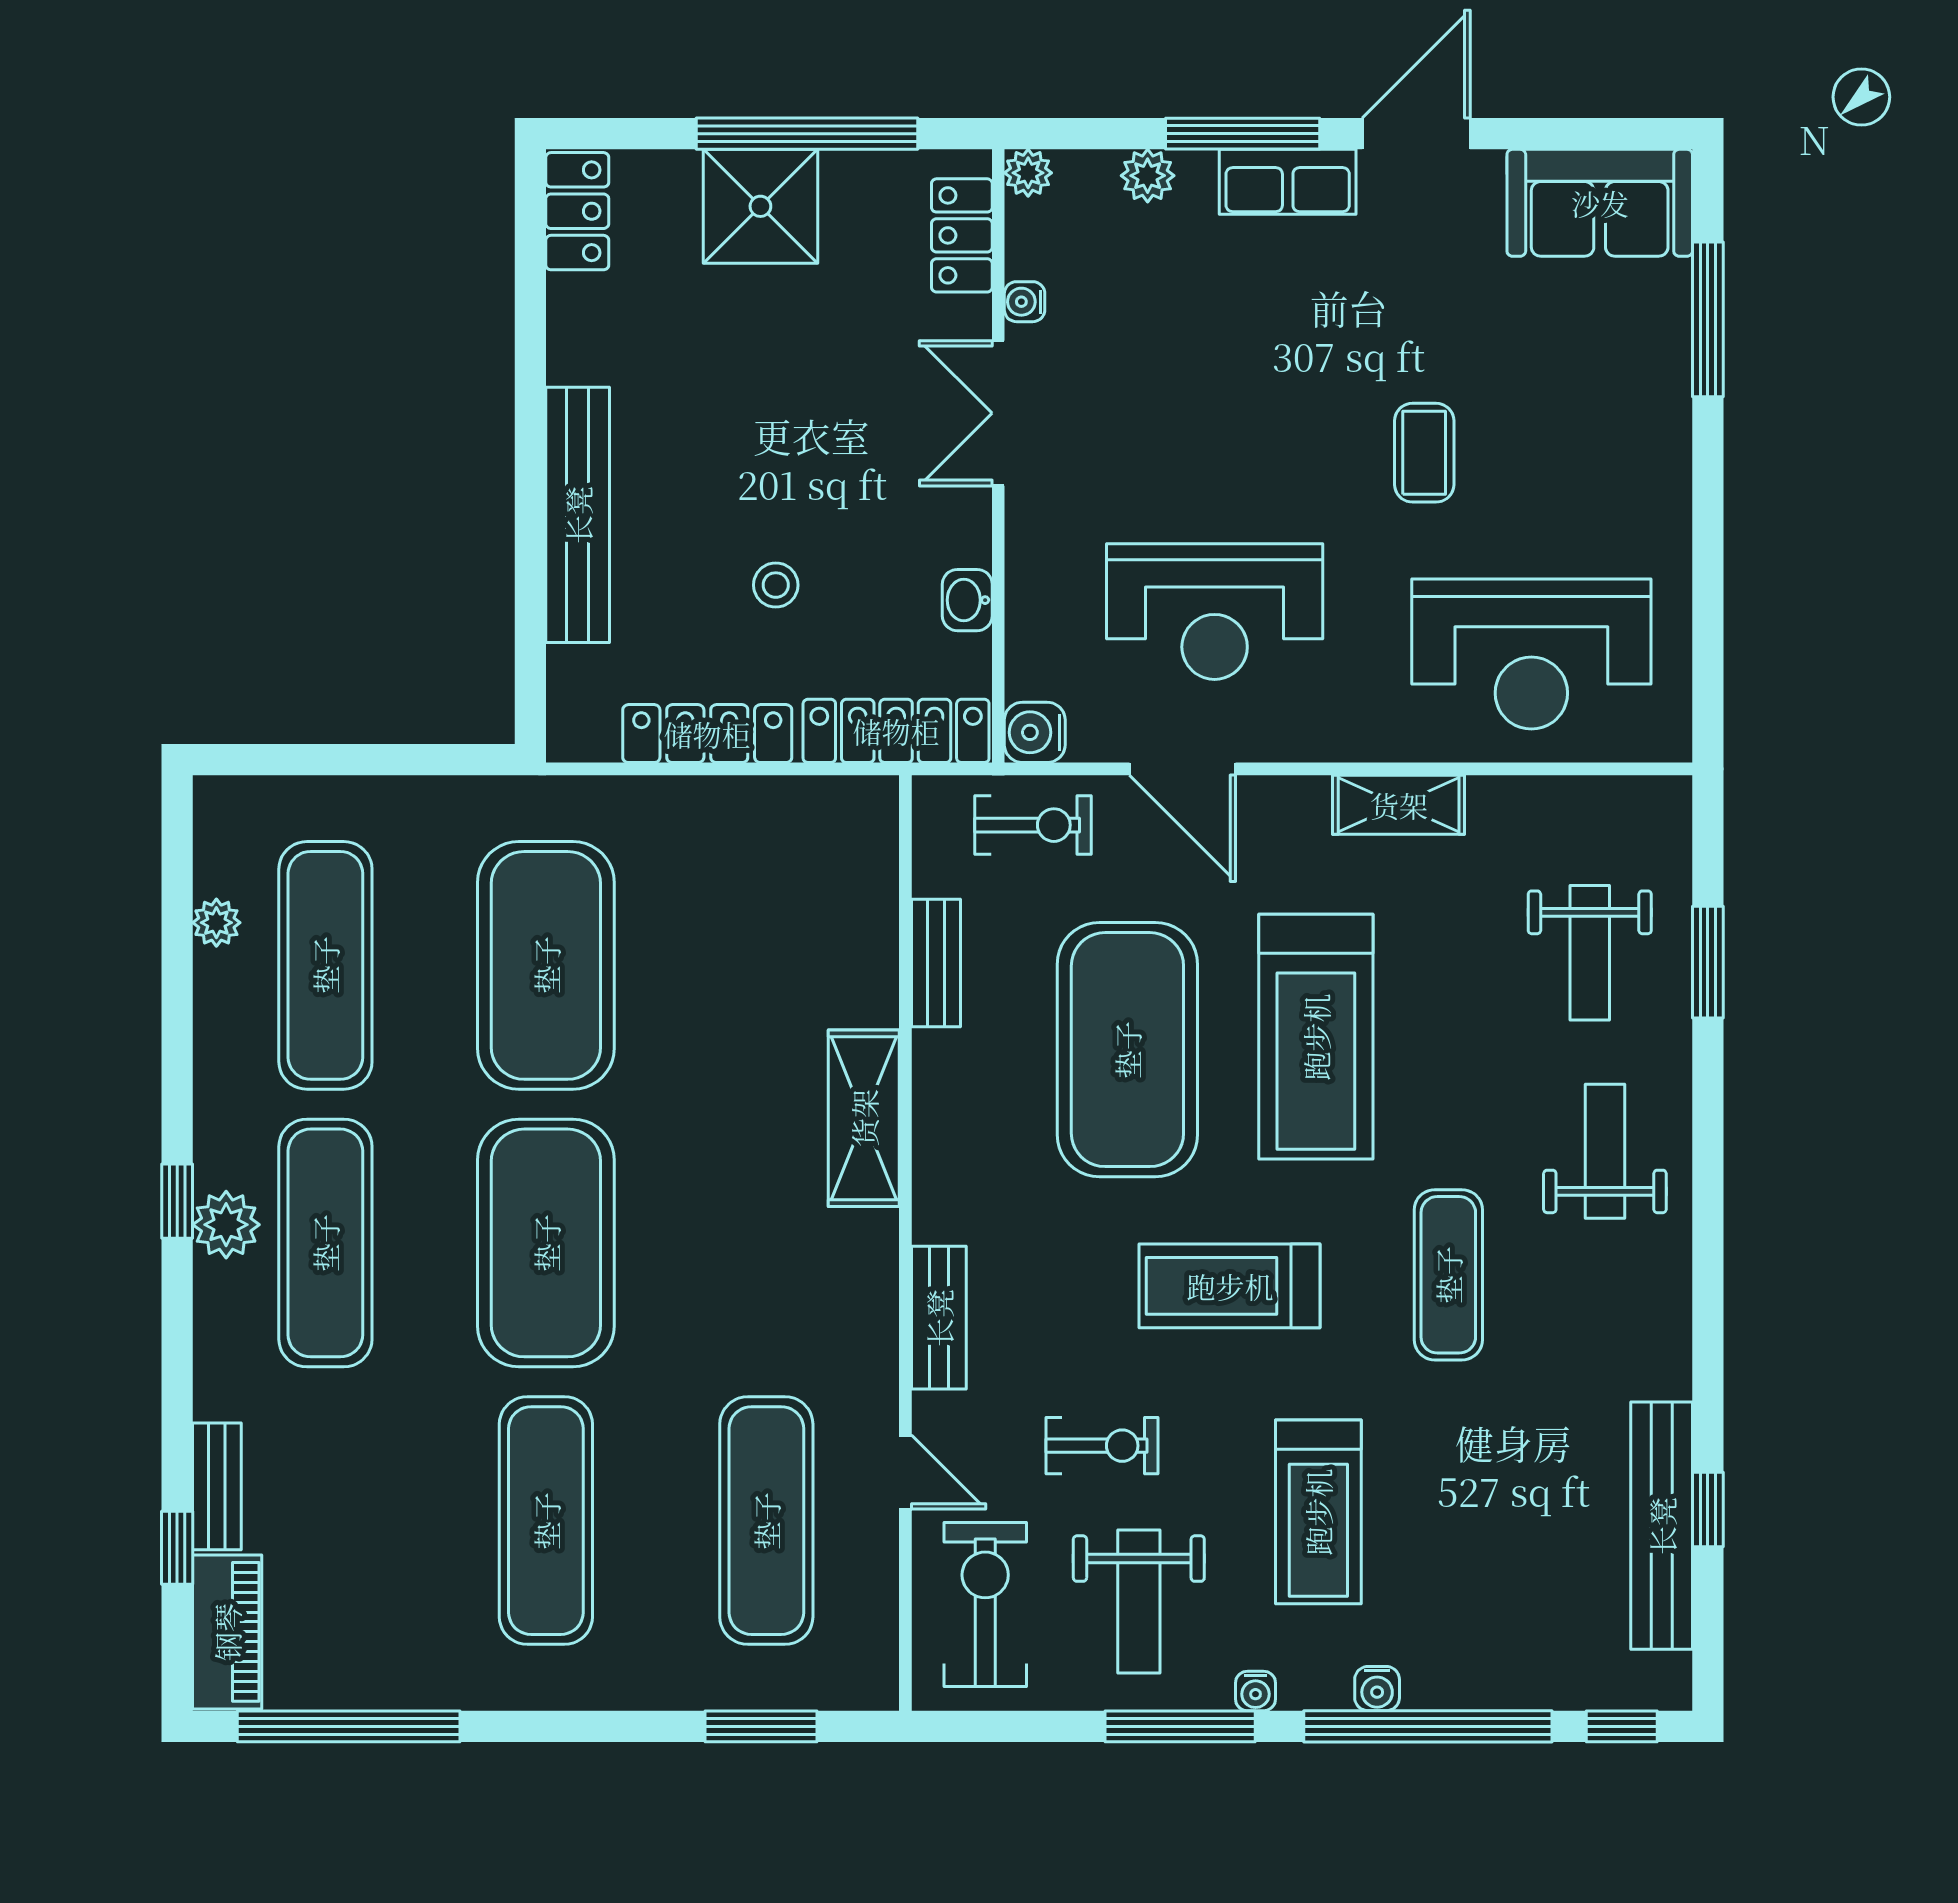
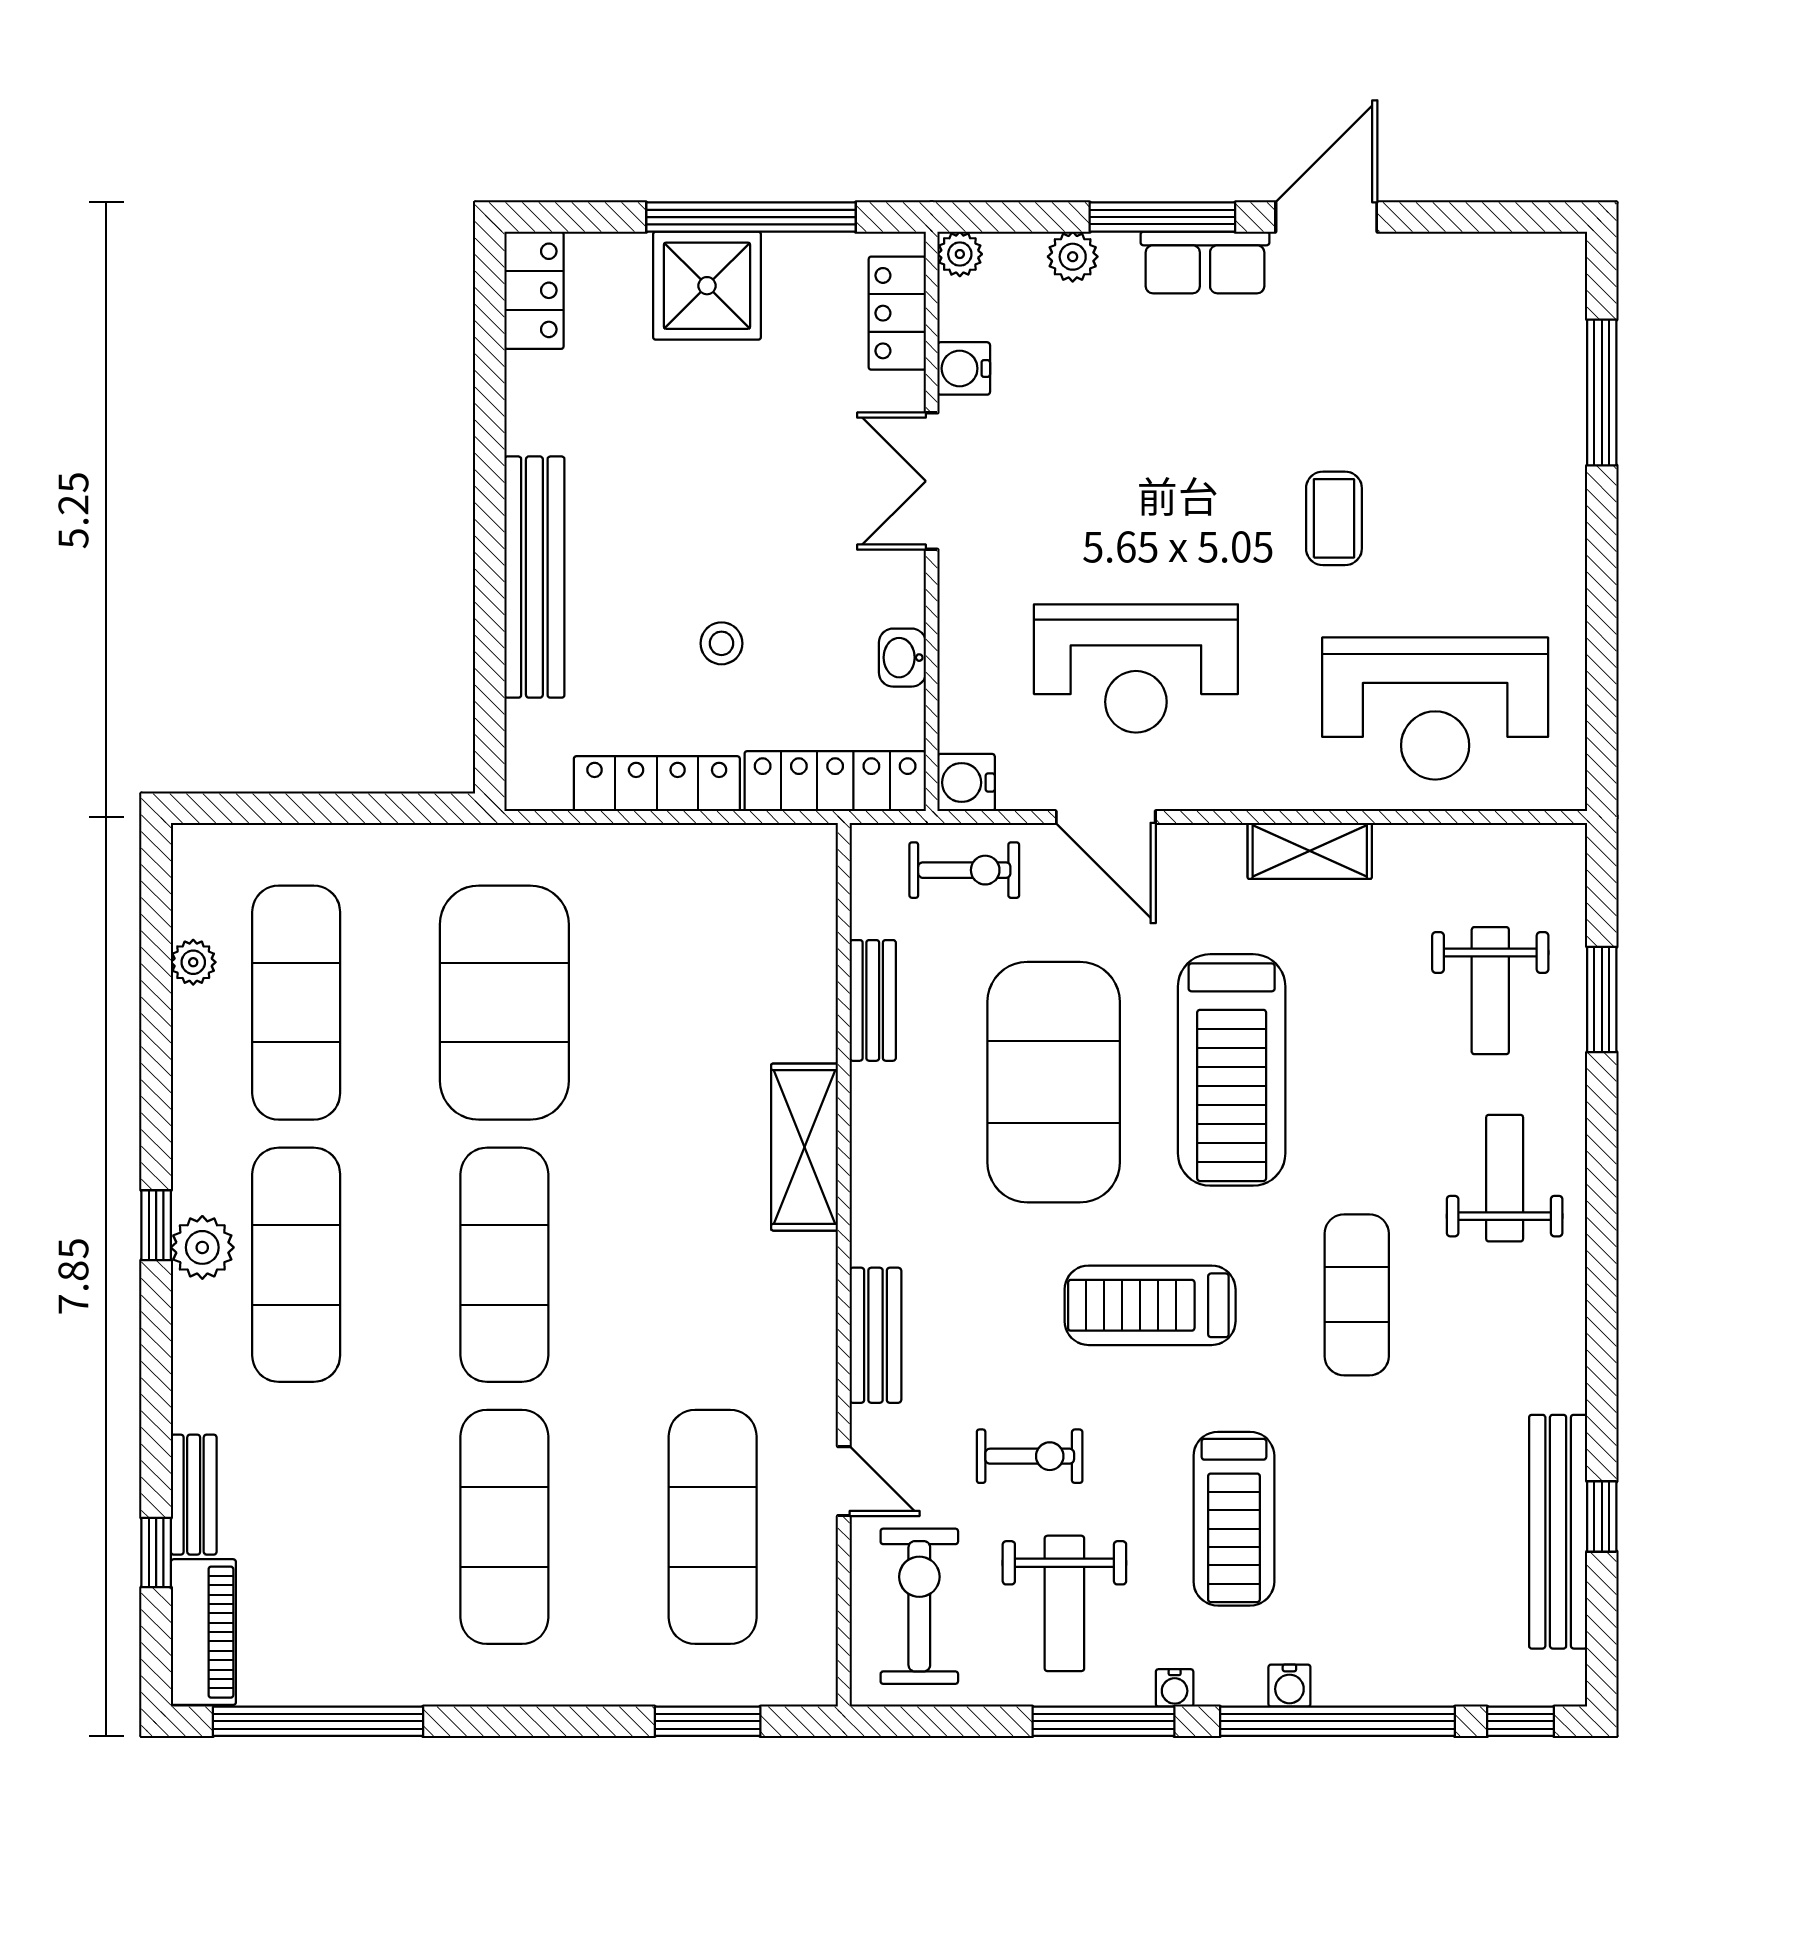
sofa: (1600, 203) -> (1500, 282), removed
water cooler: (1025, 302) -> (964, 368), width x1.38, depth x1.38
exercise mat: (546, 1243) -> (504, 1265), width x0.68

